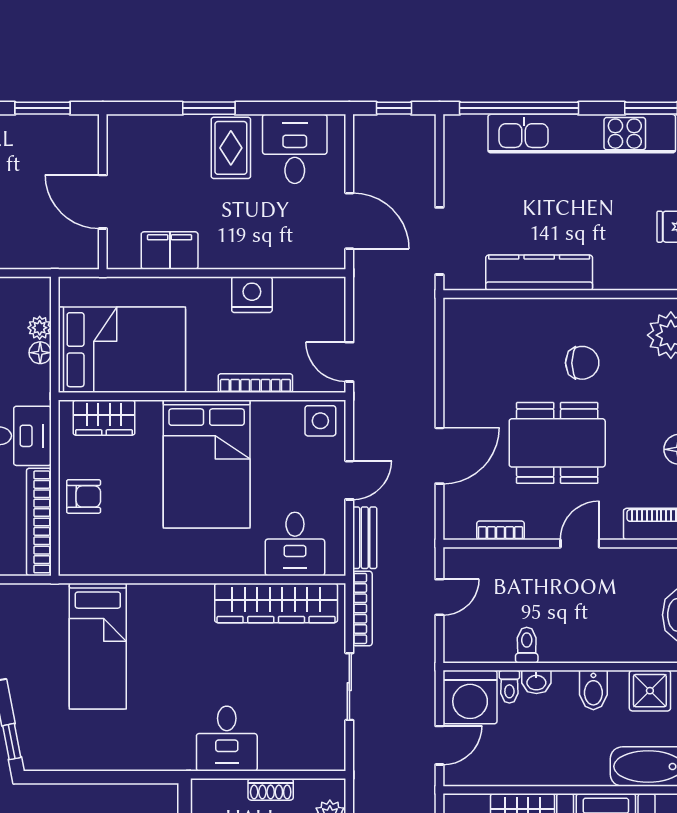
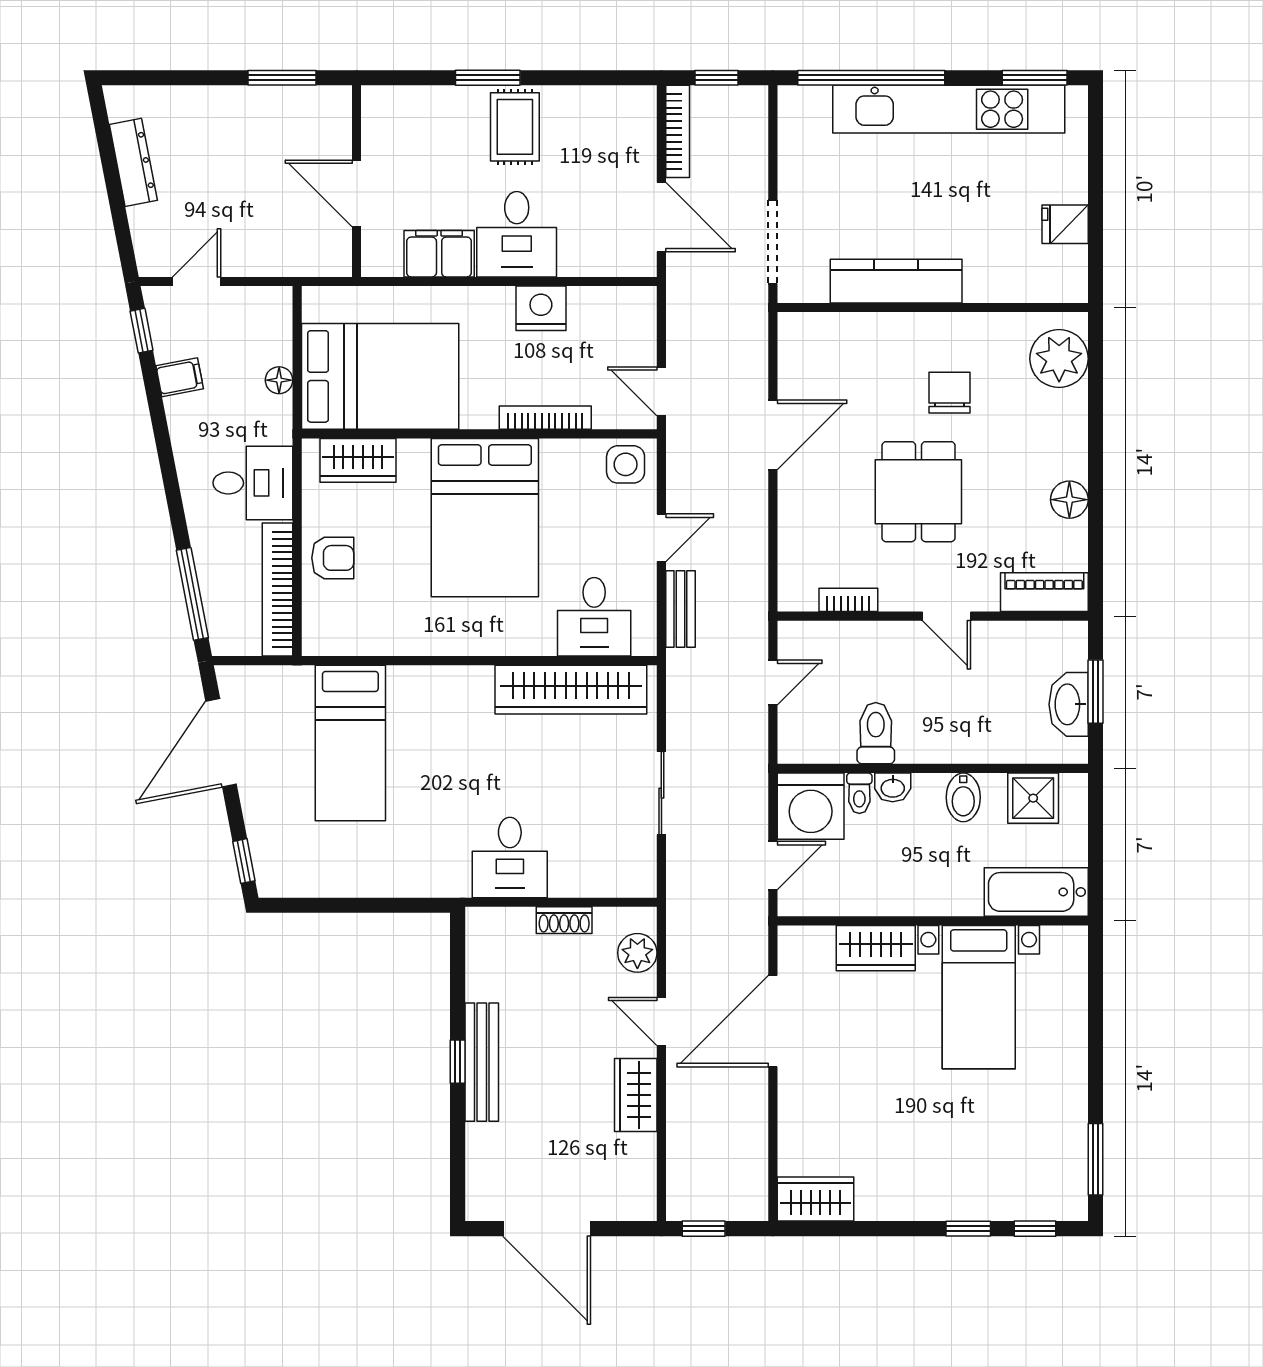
desk: (295, 149) -> (517, 234), moved, turned 180
plant: (40, 328) -> (278, 349), removed
chair: (582, 363) -> (949, 393), turned -90
dining table: (557, 443) -> (918, 492), width x0.73
door: (439, 456) -> (773, 435), moved
door: (580, 543) -> (946, 616), swing flipped
bookcase: (362, 608) -> (678, 131), moved
toilet: (527, 645) -> (876, 733), width x1.37, depth x1.39

